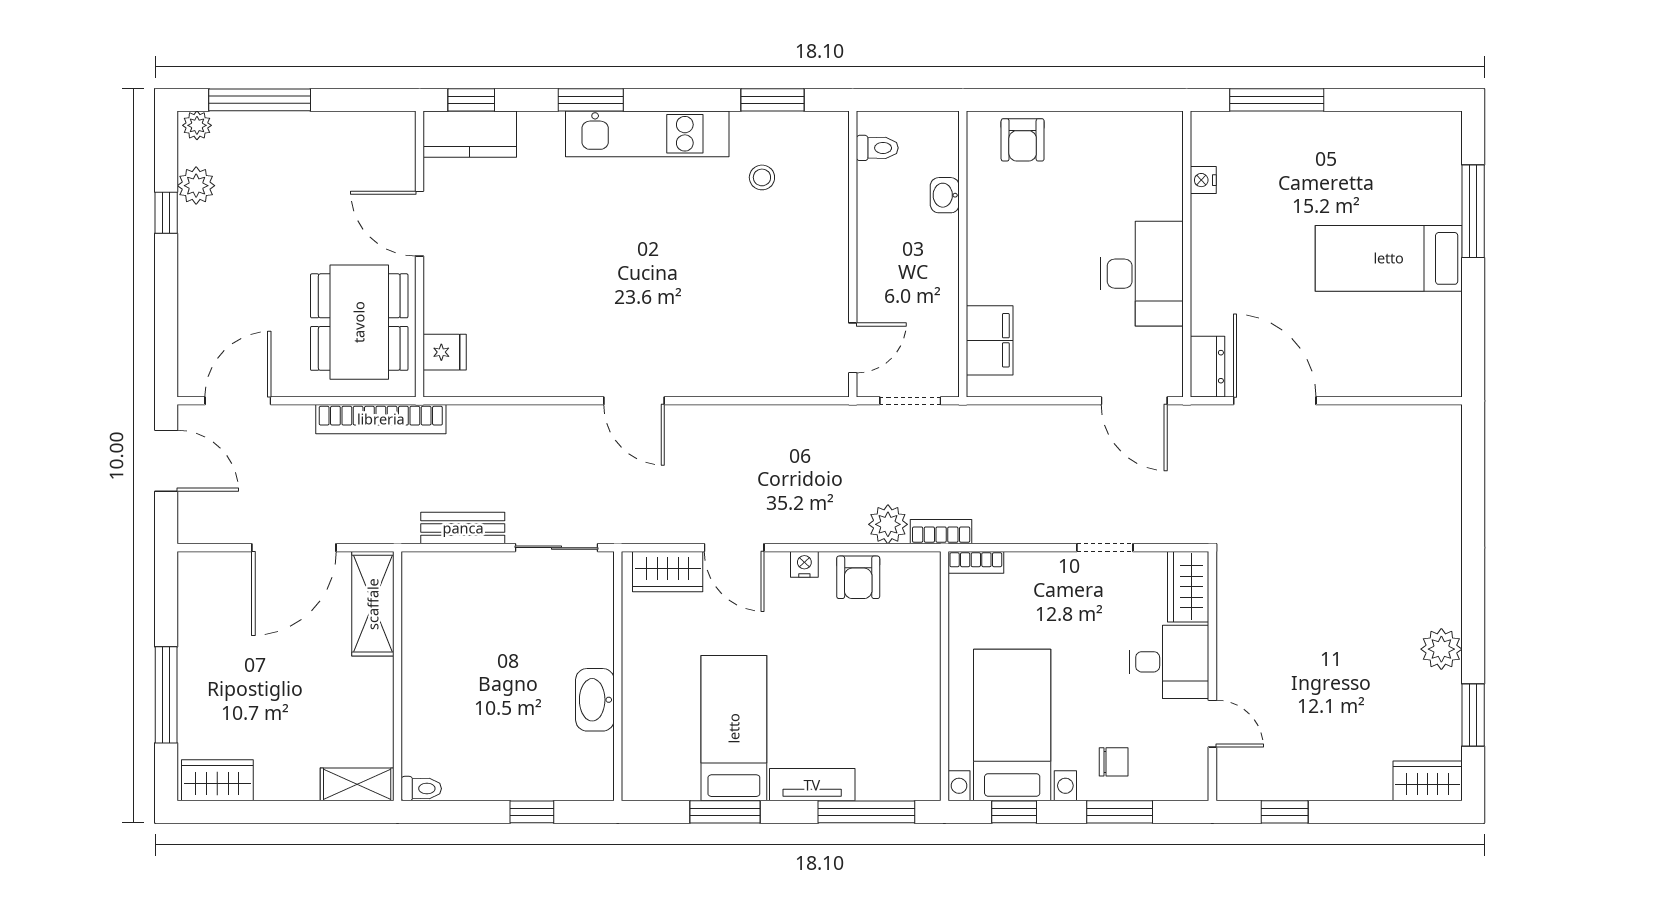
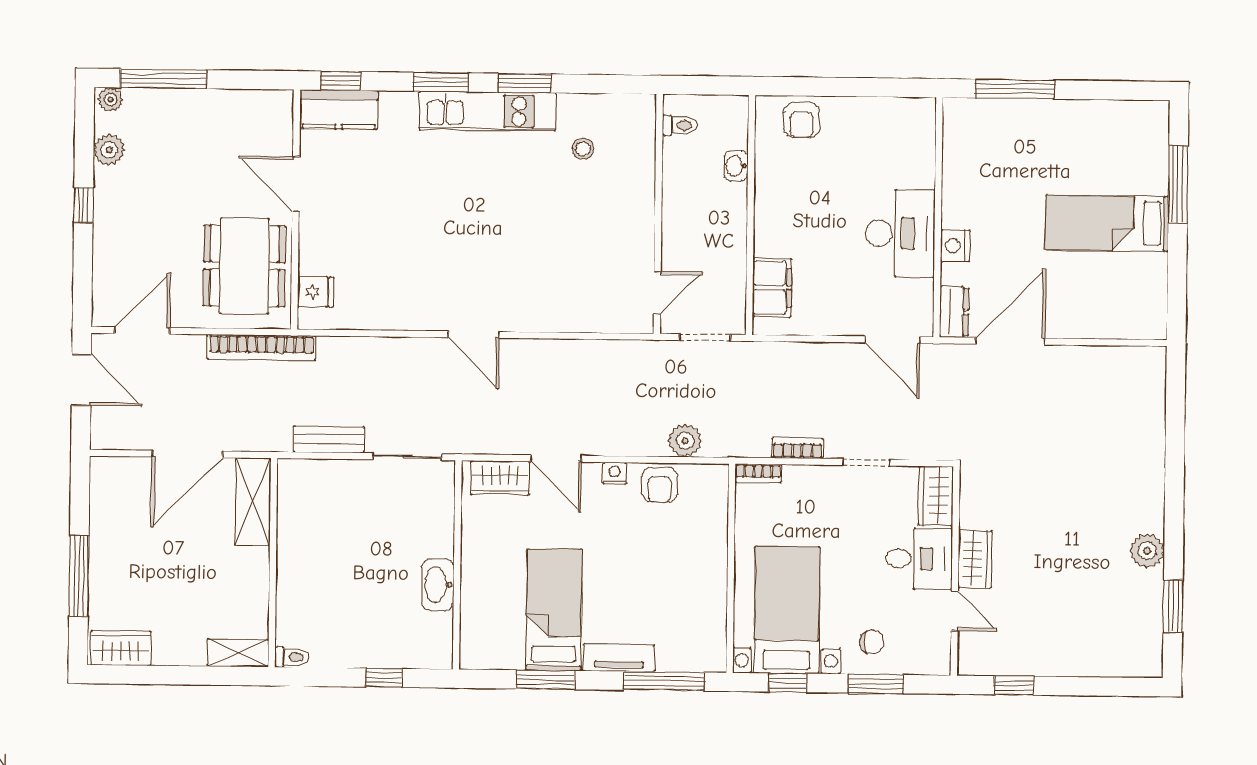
window: (773, 100) -> (525, 83), moved
nightstand: (1203, 180) -> (955, 246), moved, width x1.39, depth x1.35
window: (166, 213) -> (83, 206), moved
door: (1275, 401) -> (1010, 341), hinge flipped
bookcase: (941, 532) -> (798, 448), moved
wardrobe: (1428, 781) -> (975, 559), moved, turned 90

